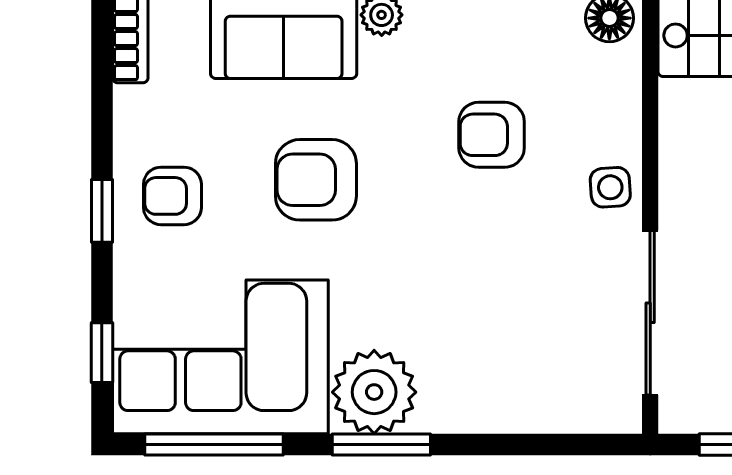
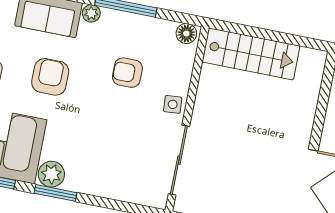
armchair: (316, 180) -> (50, 77), turned 90
plant: (374, 392) -> (51, 174), width x0.73, depth x0.73

